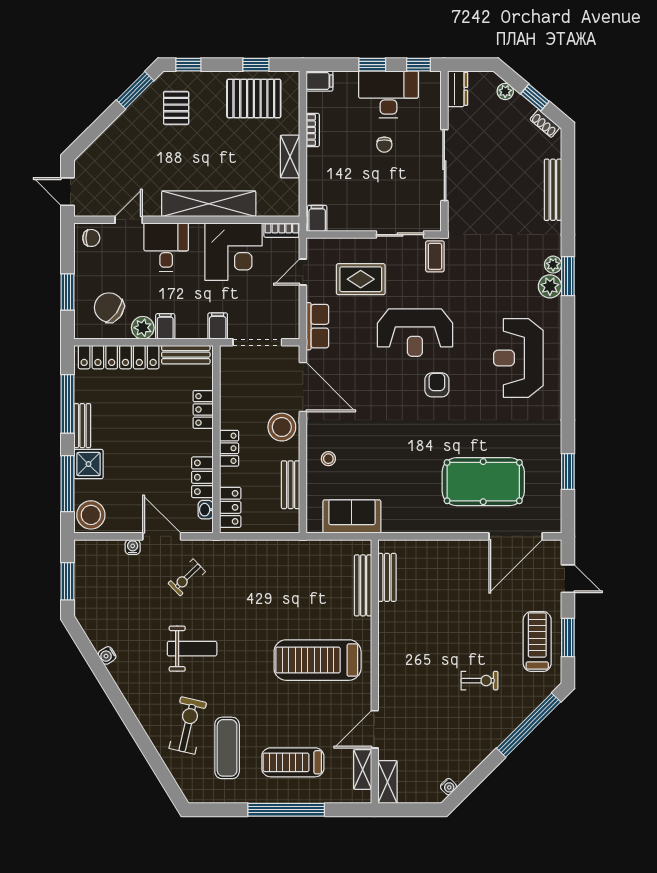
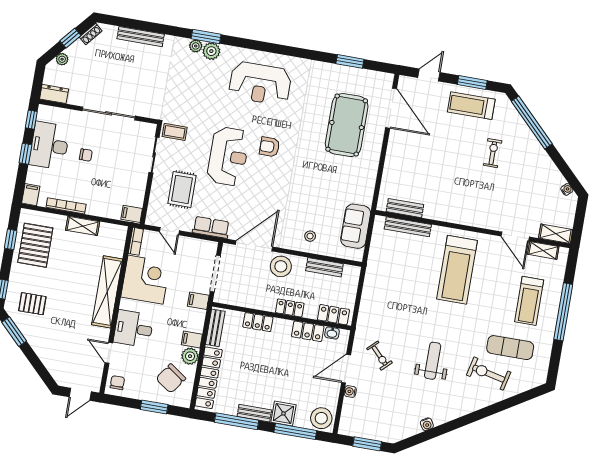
bookcase: (313, 130) -> (66, 206), width x1.56

